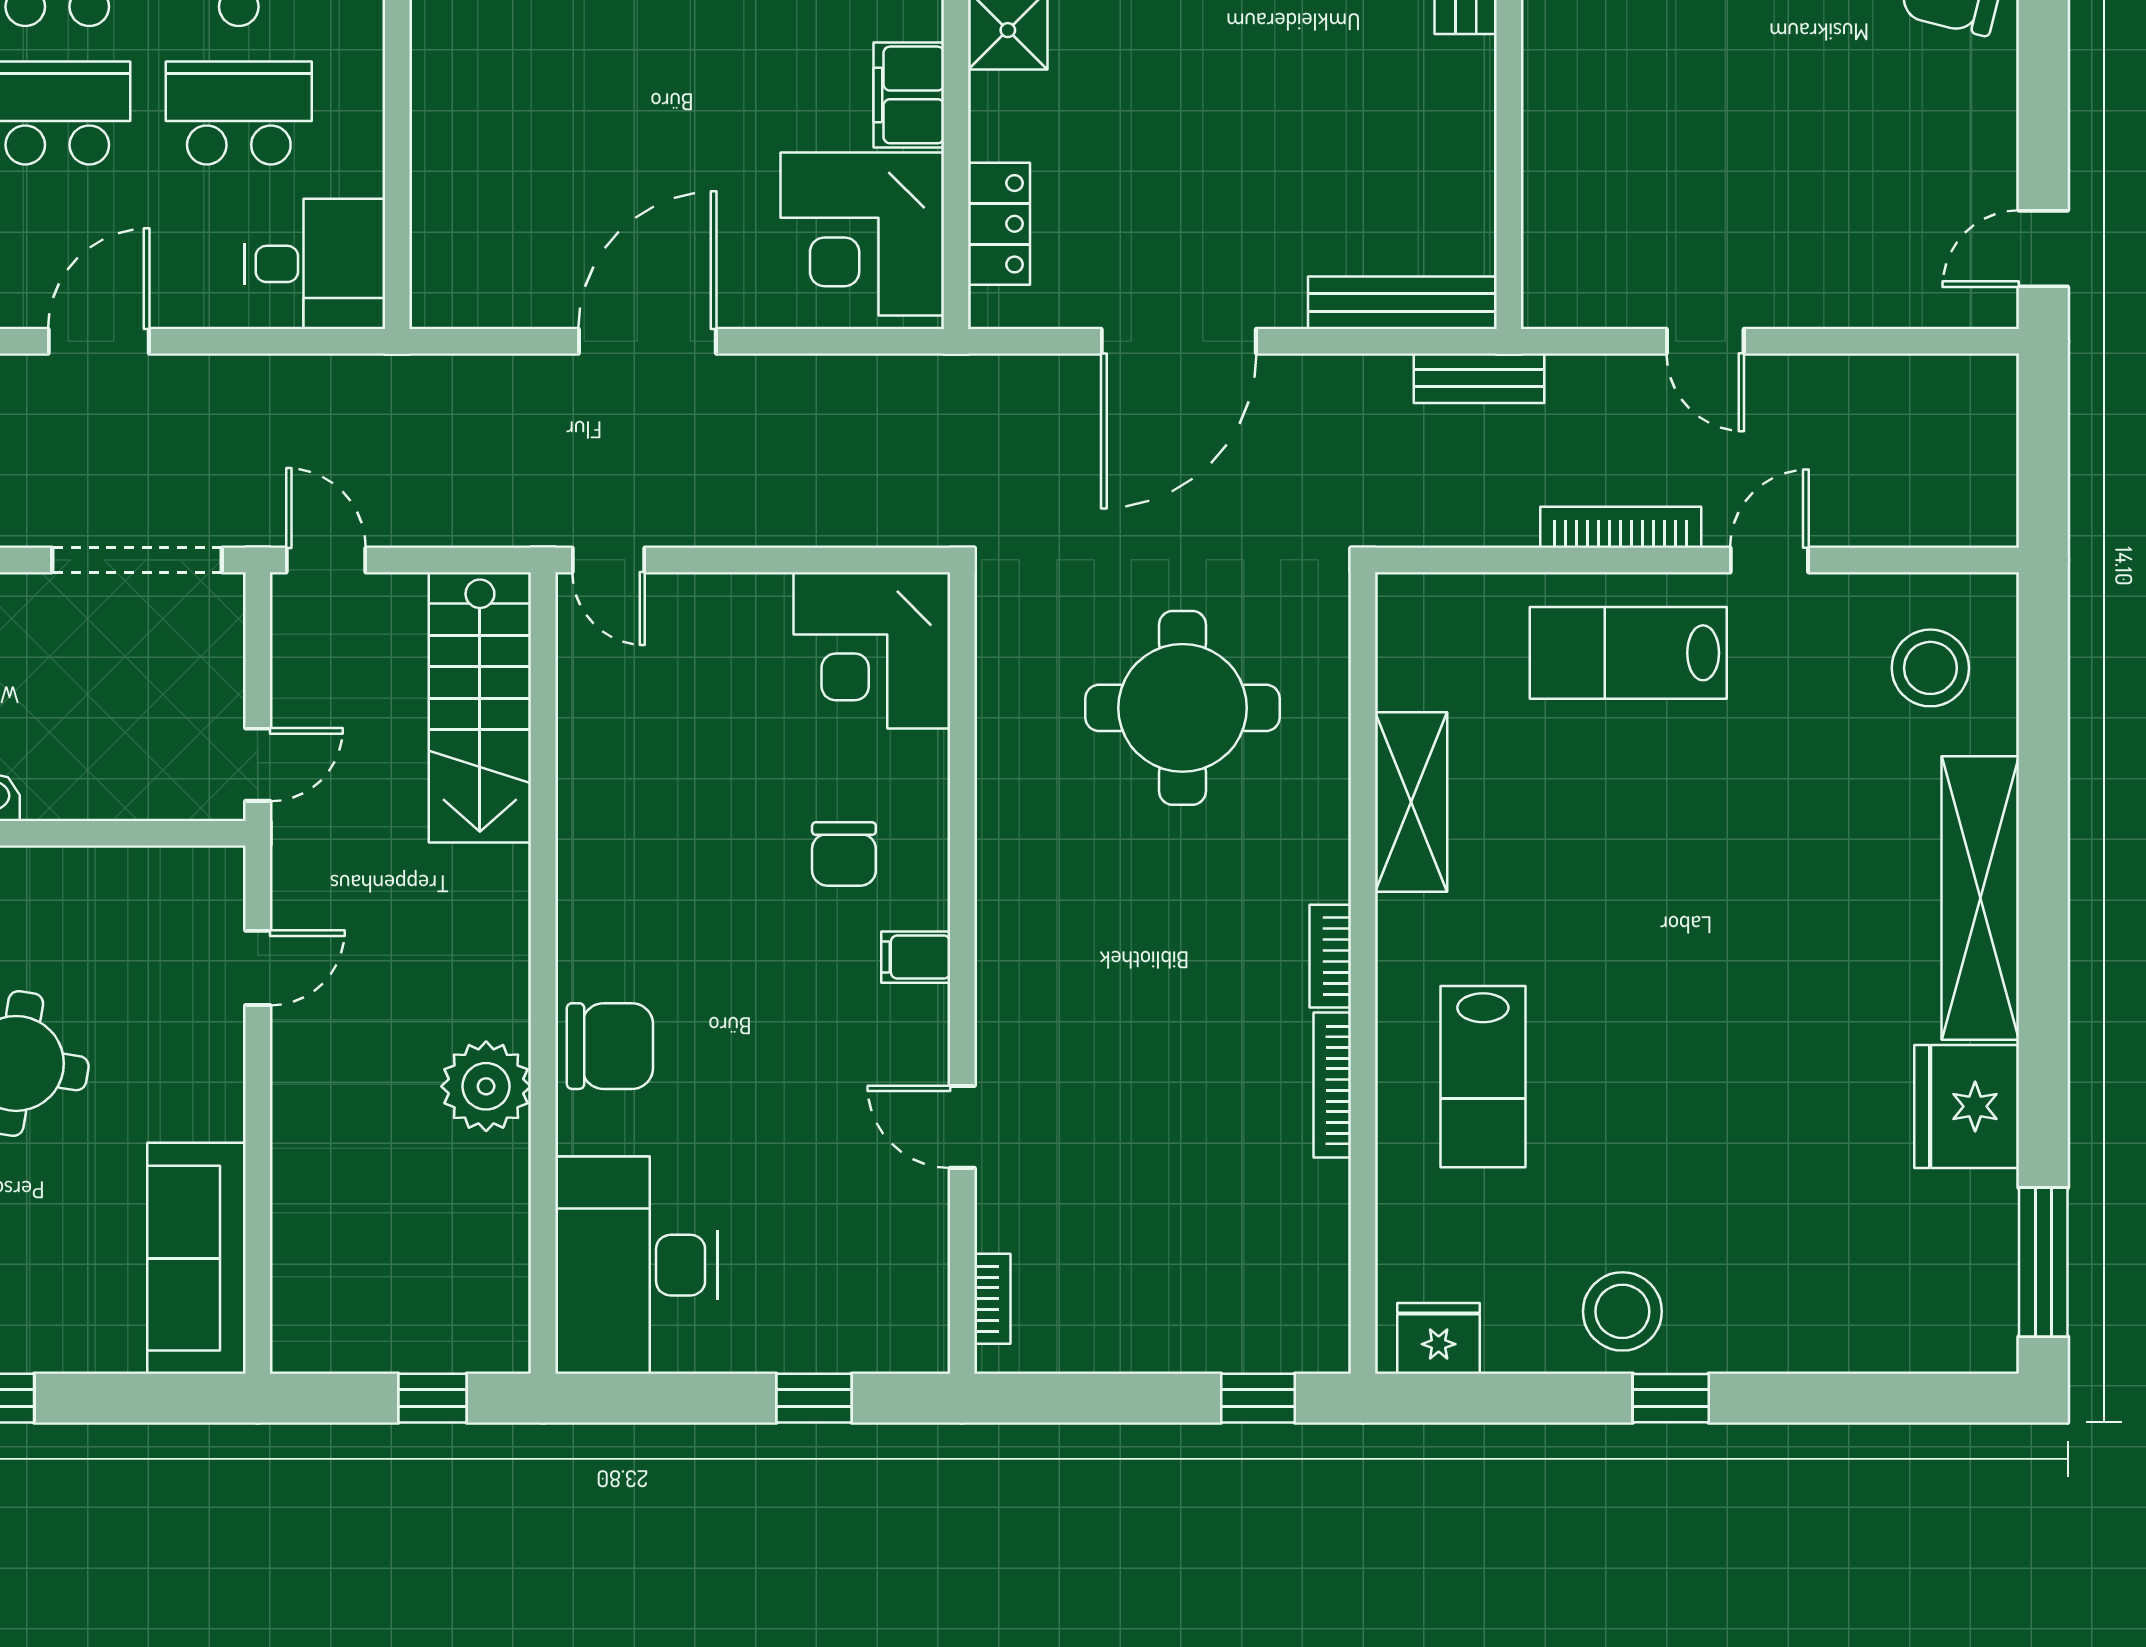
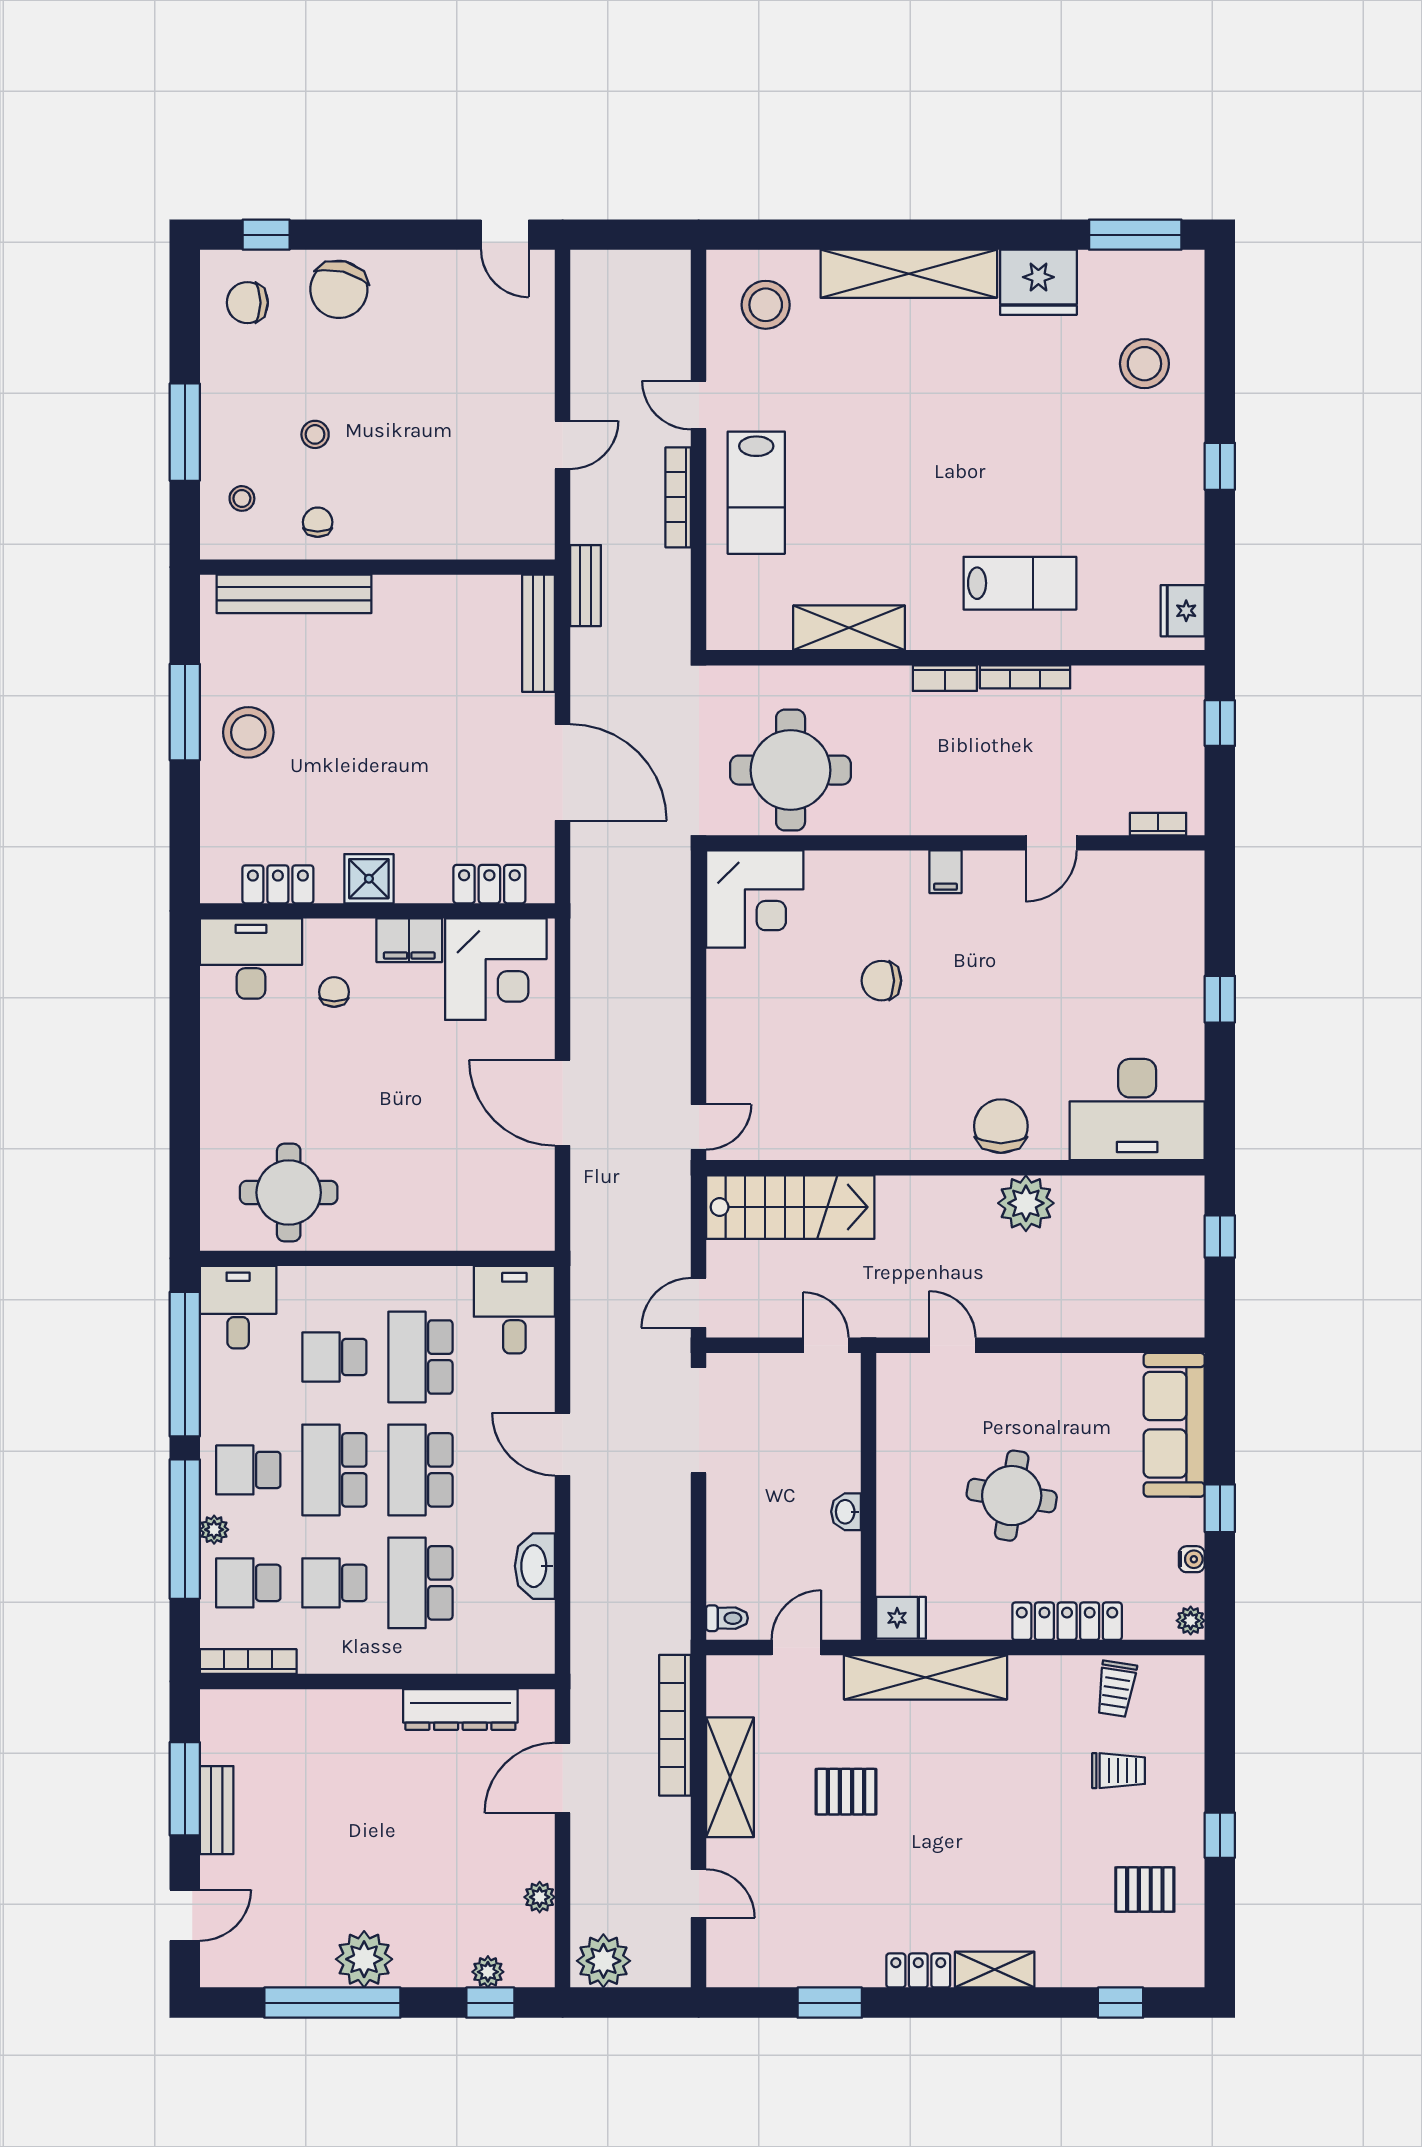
corner desk: (872, 650) -> (755, 899), moved
chair: (844, 854) -> (881, 981), turned 180
filing cabinet: (916, 957) -> (945, 872), moved
wall: (962, 973) -> (955, 843), moved
door: (962, 1127) -> (1051, 843), moved
sofa: (196, 1258) -> (1174, 1425), moved, turned 90
bookcase: (992, 1299) -> (1158, 824), moved
stool: (1622, 1311) -> (1144, 364), moved

